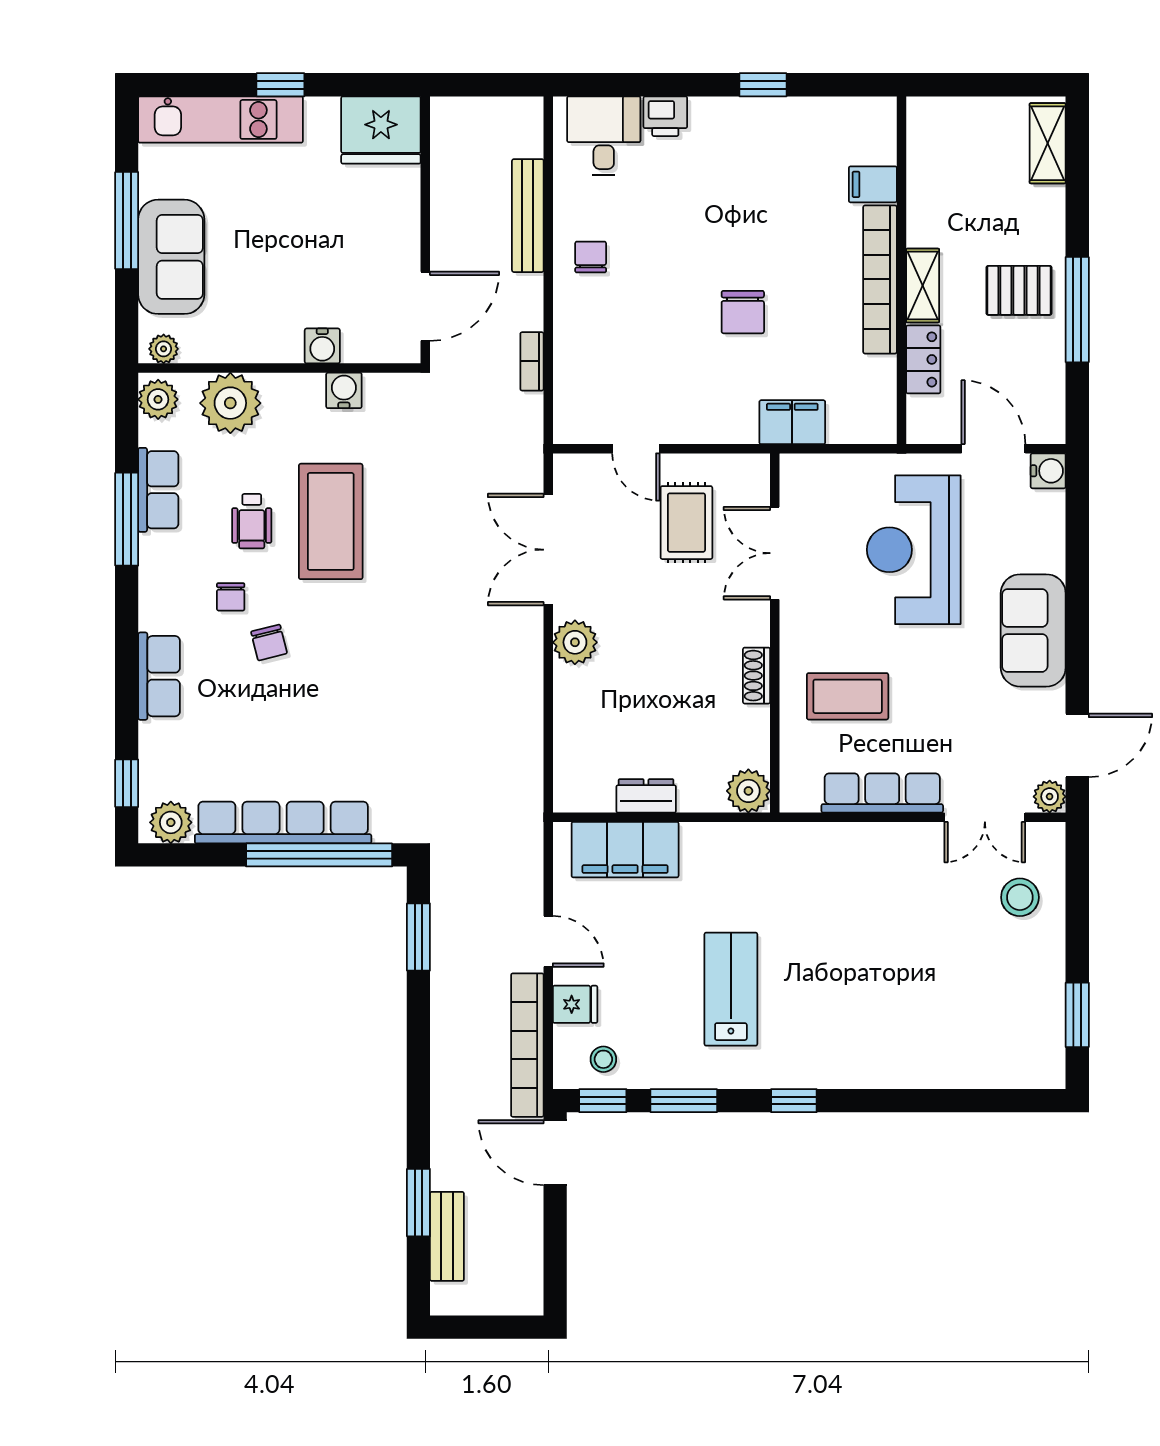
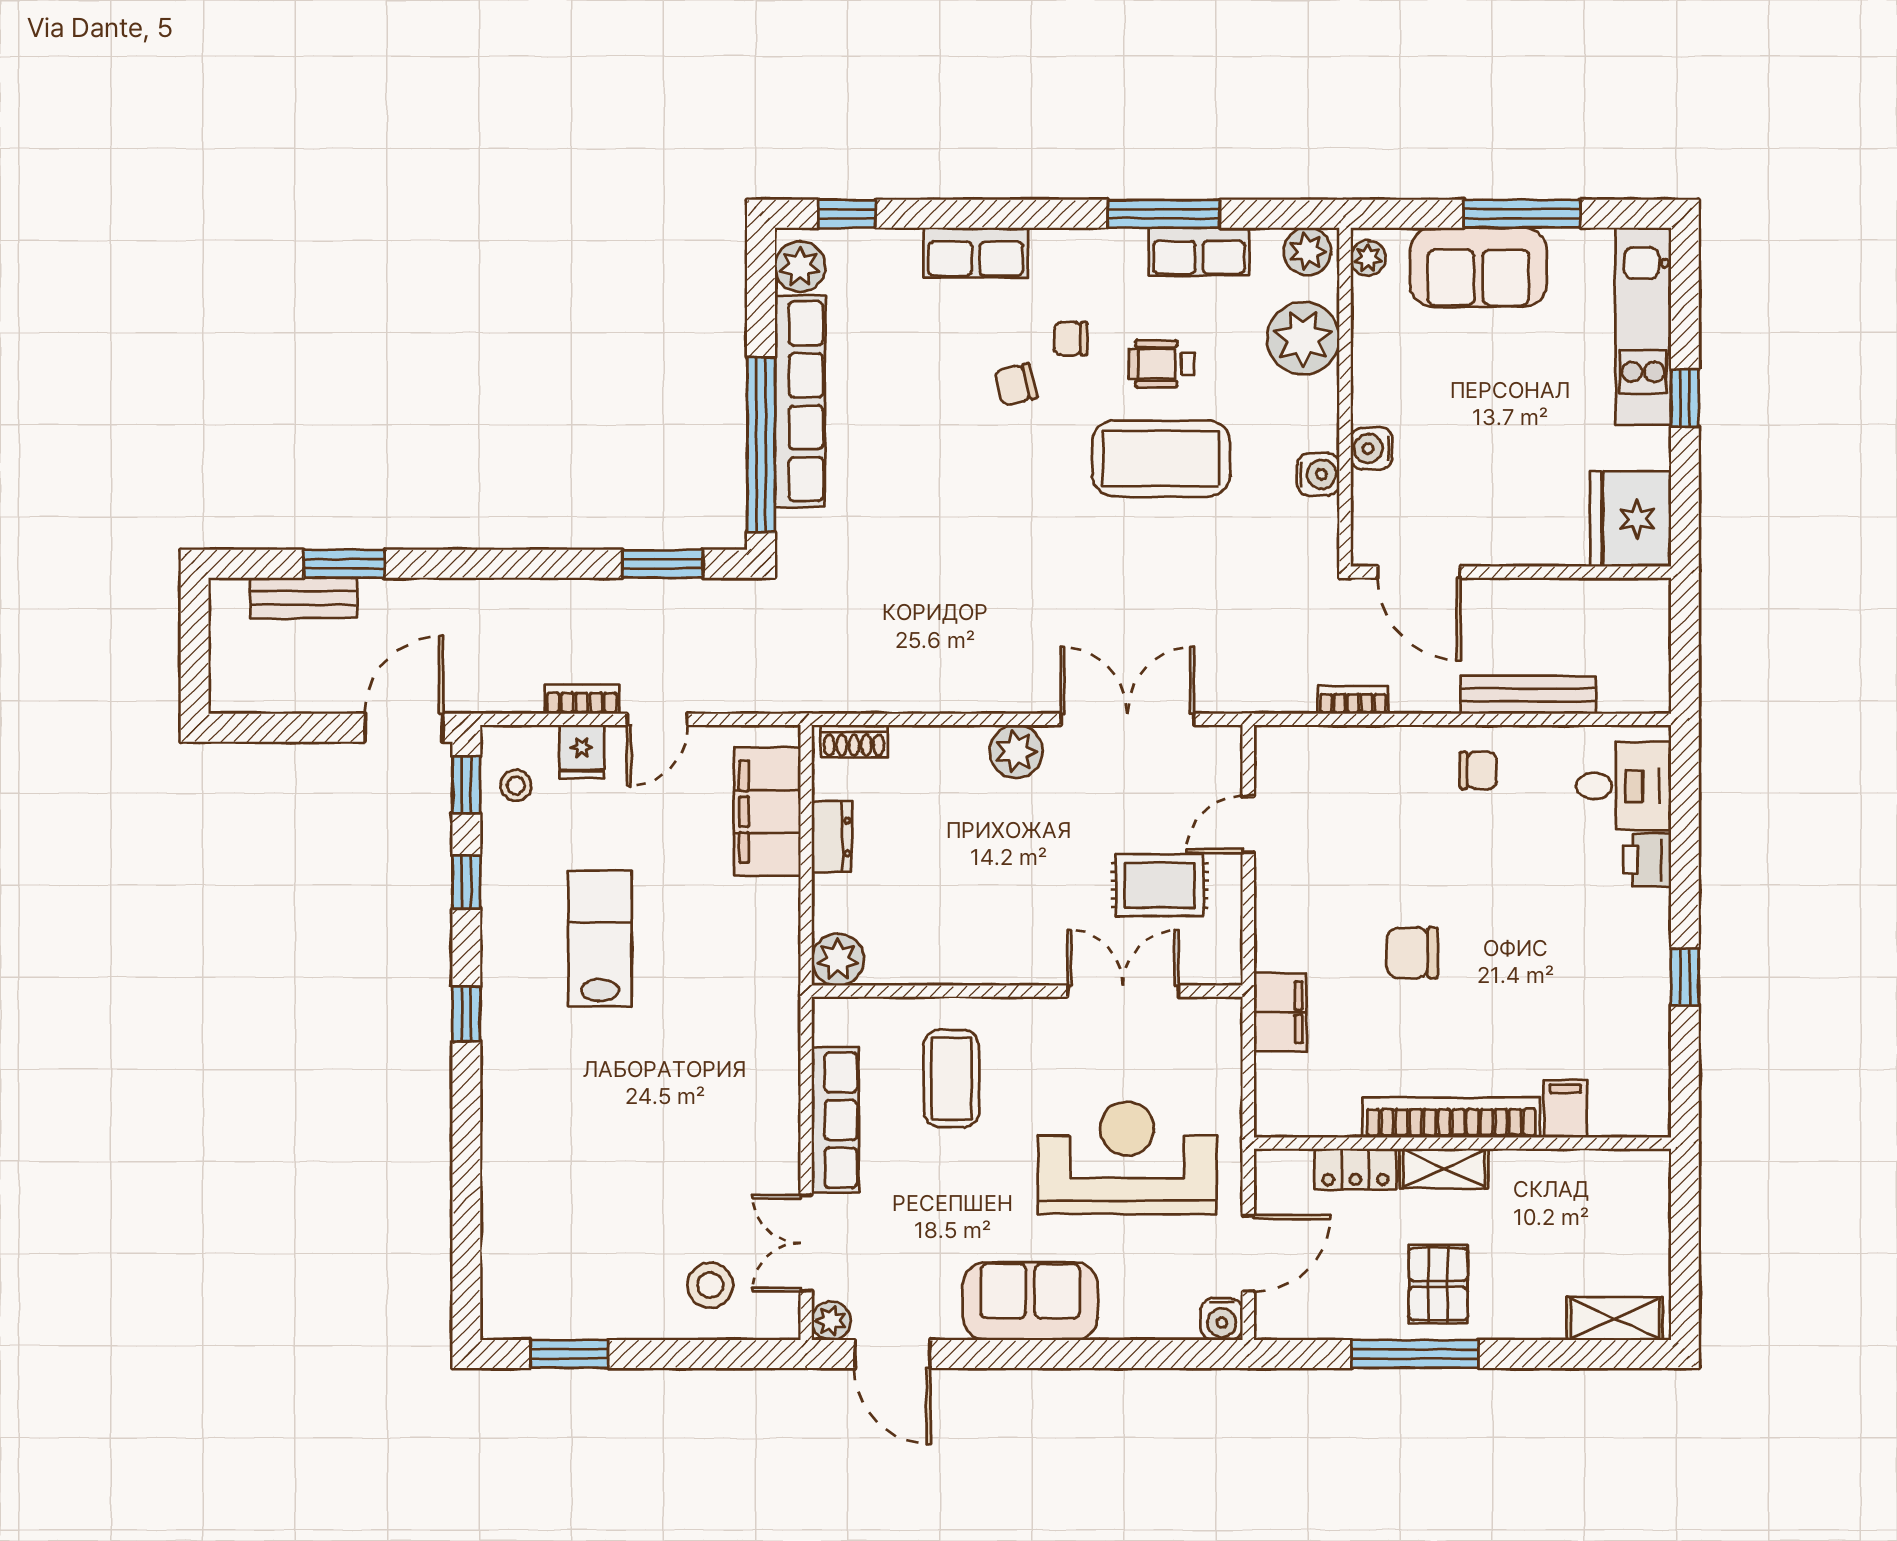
shoe rack: (757, 676) -> (854, 741), moved, turned 180
lab bench: (731, 989) -> (600, 939), turned -90
bookcase: (527, 1045) -> (582, 699), width x0.43, depth x0.76
window: (684, 1101) -> (466, 882), width x0.67

